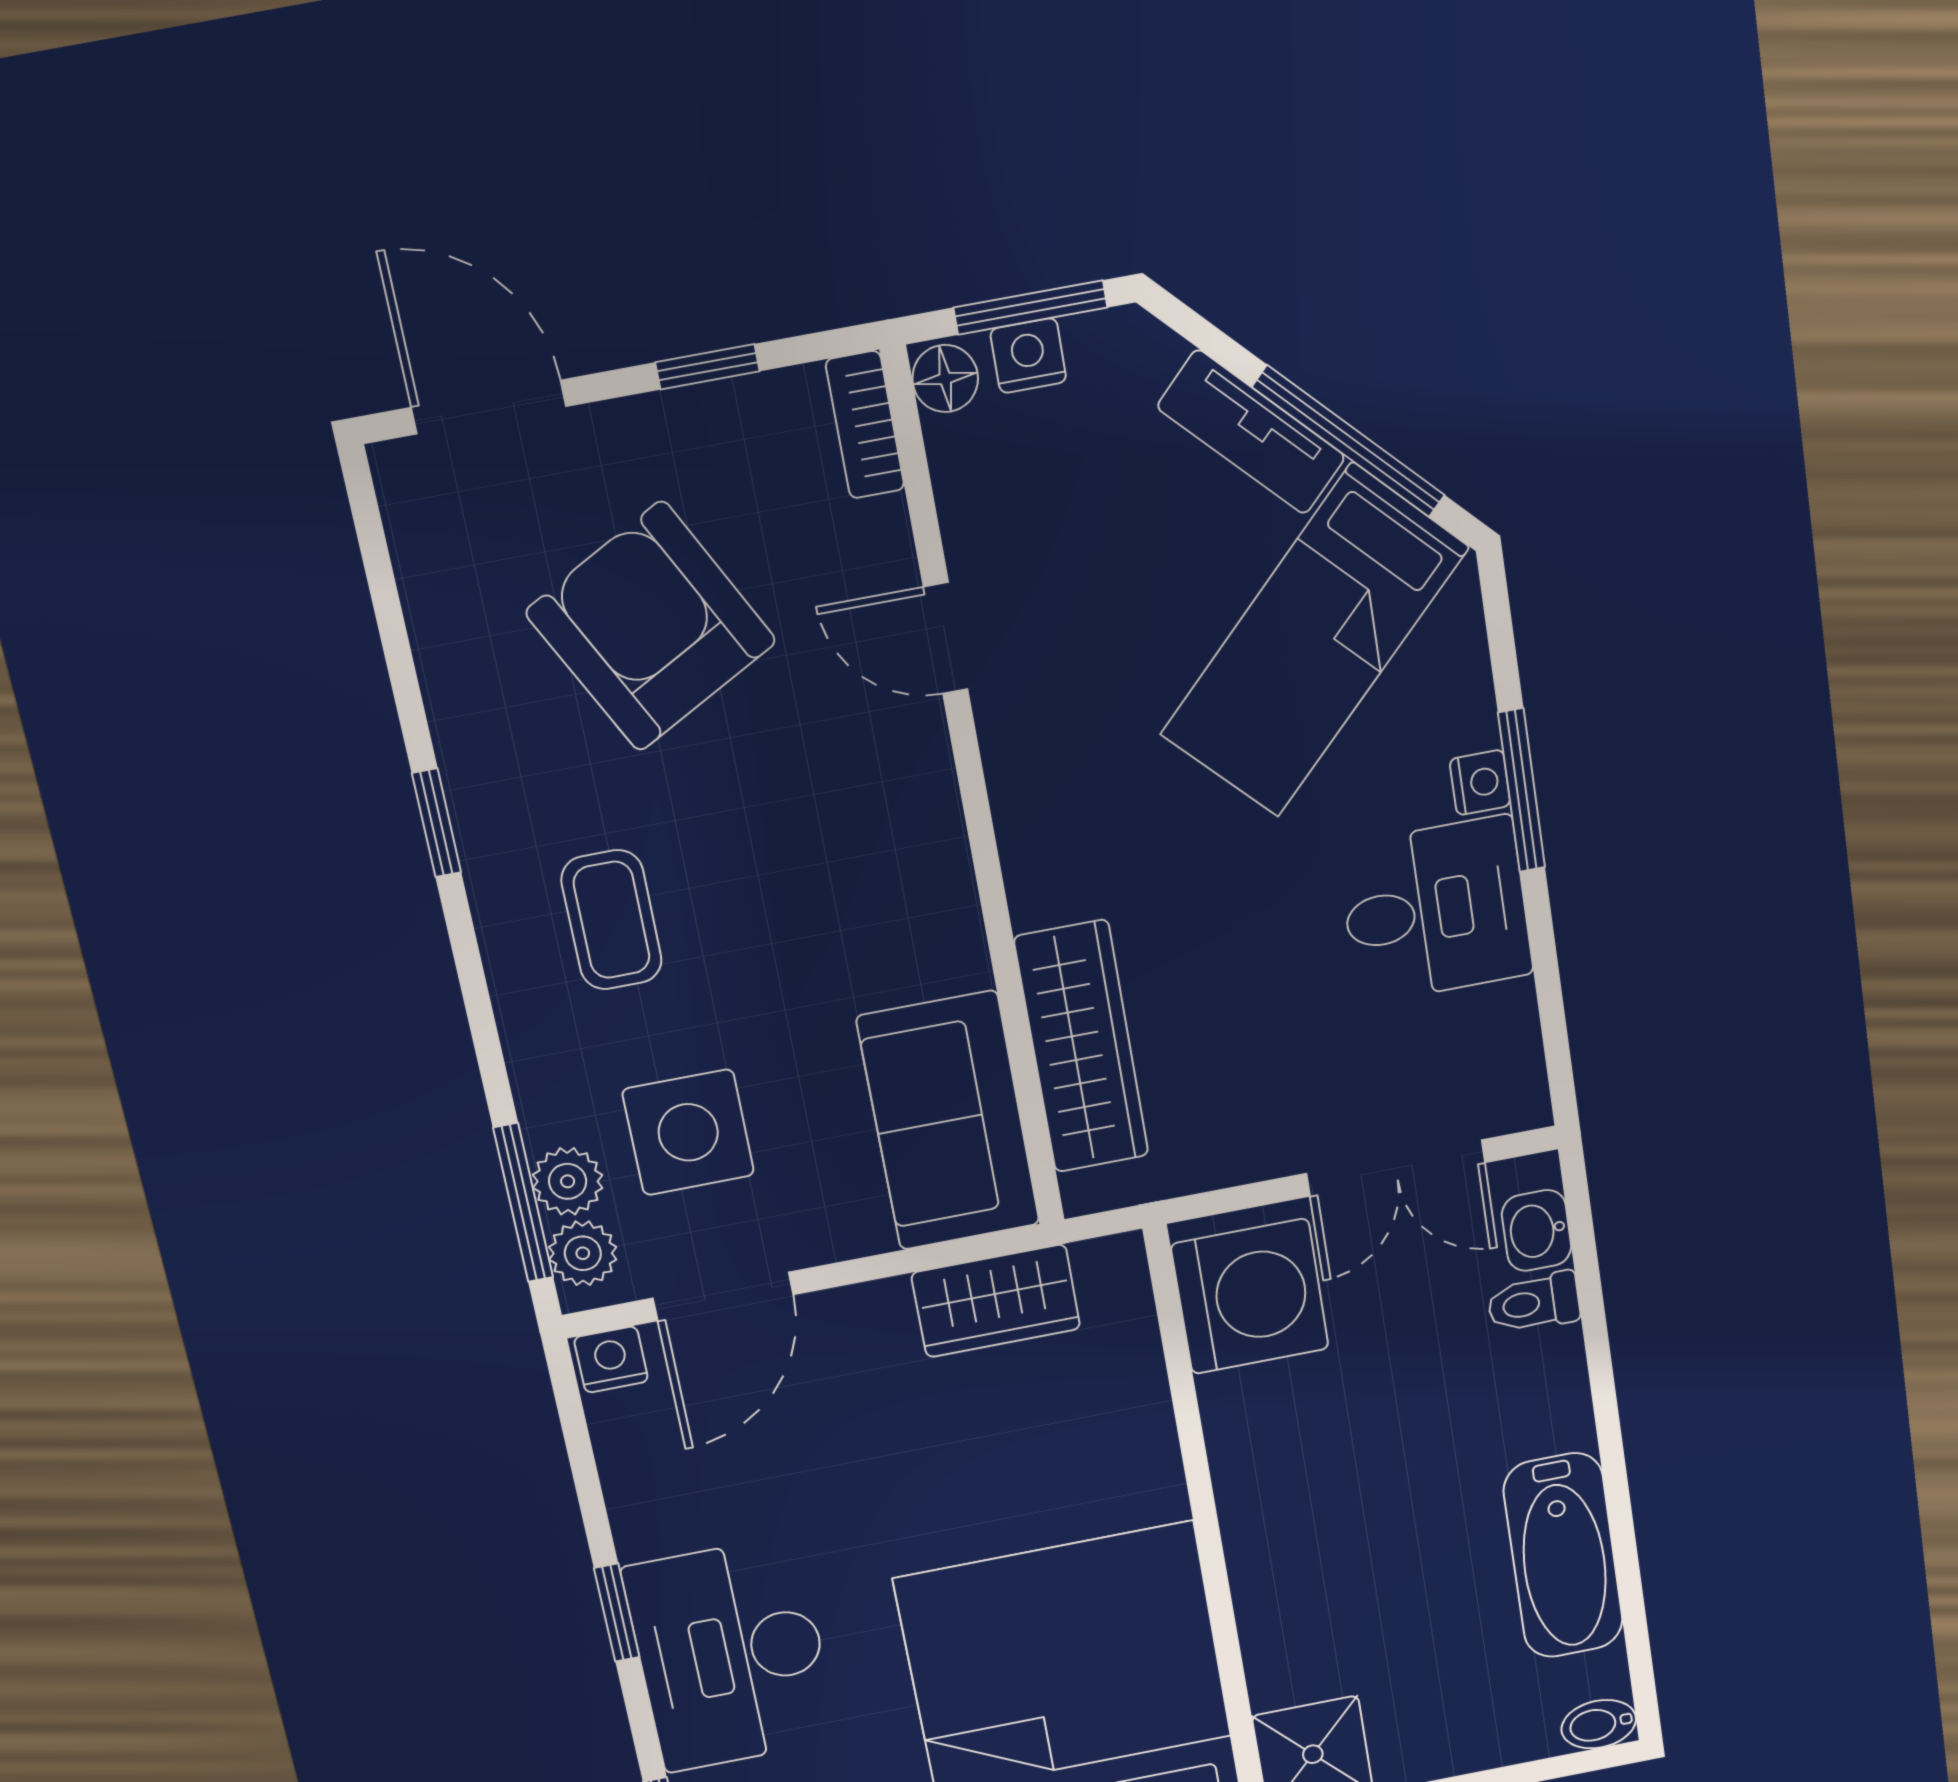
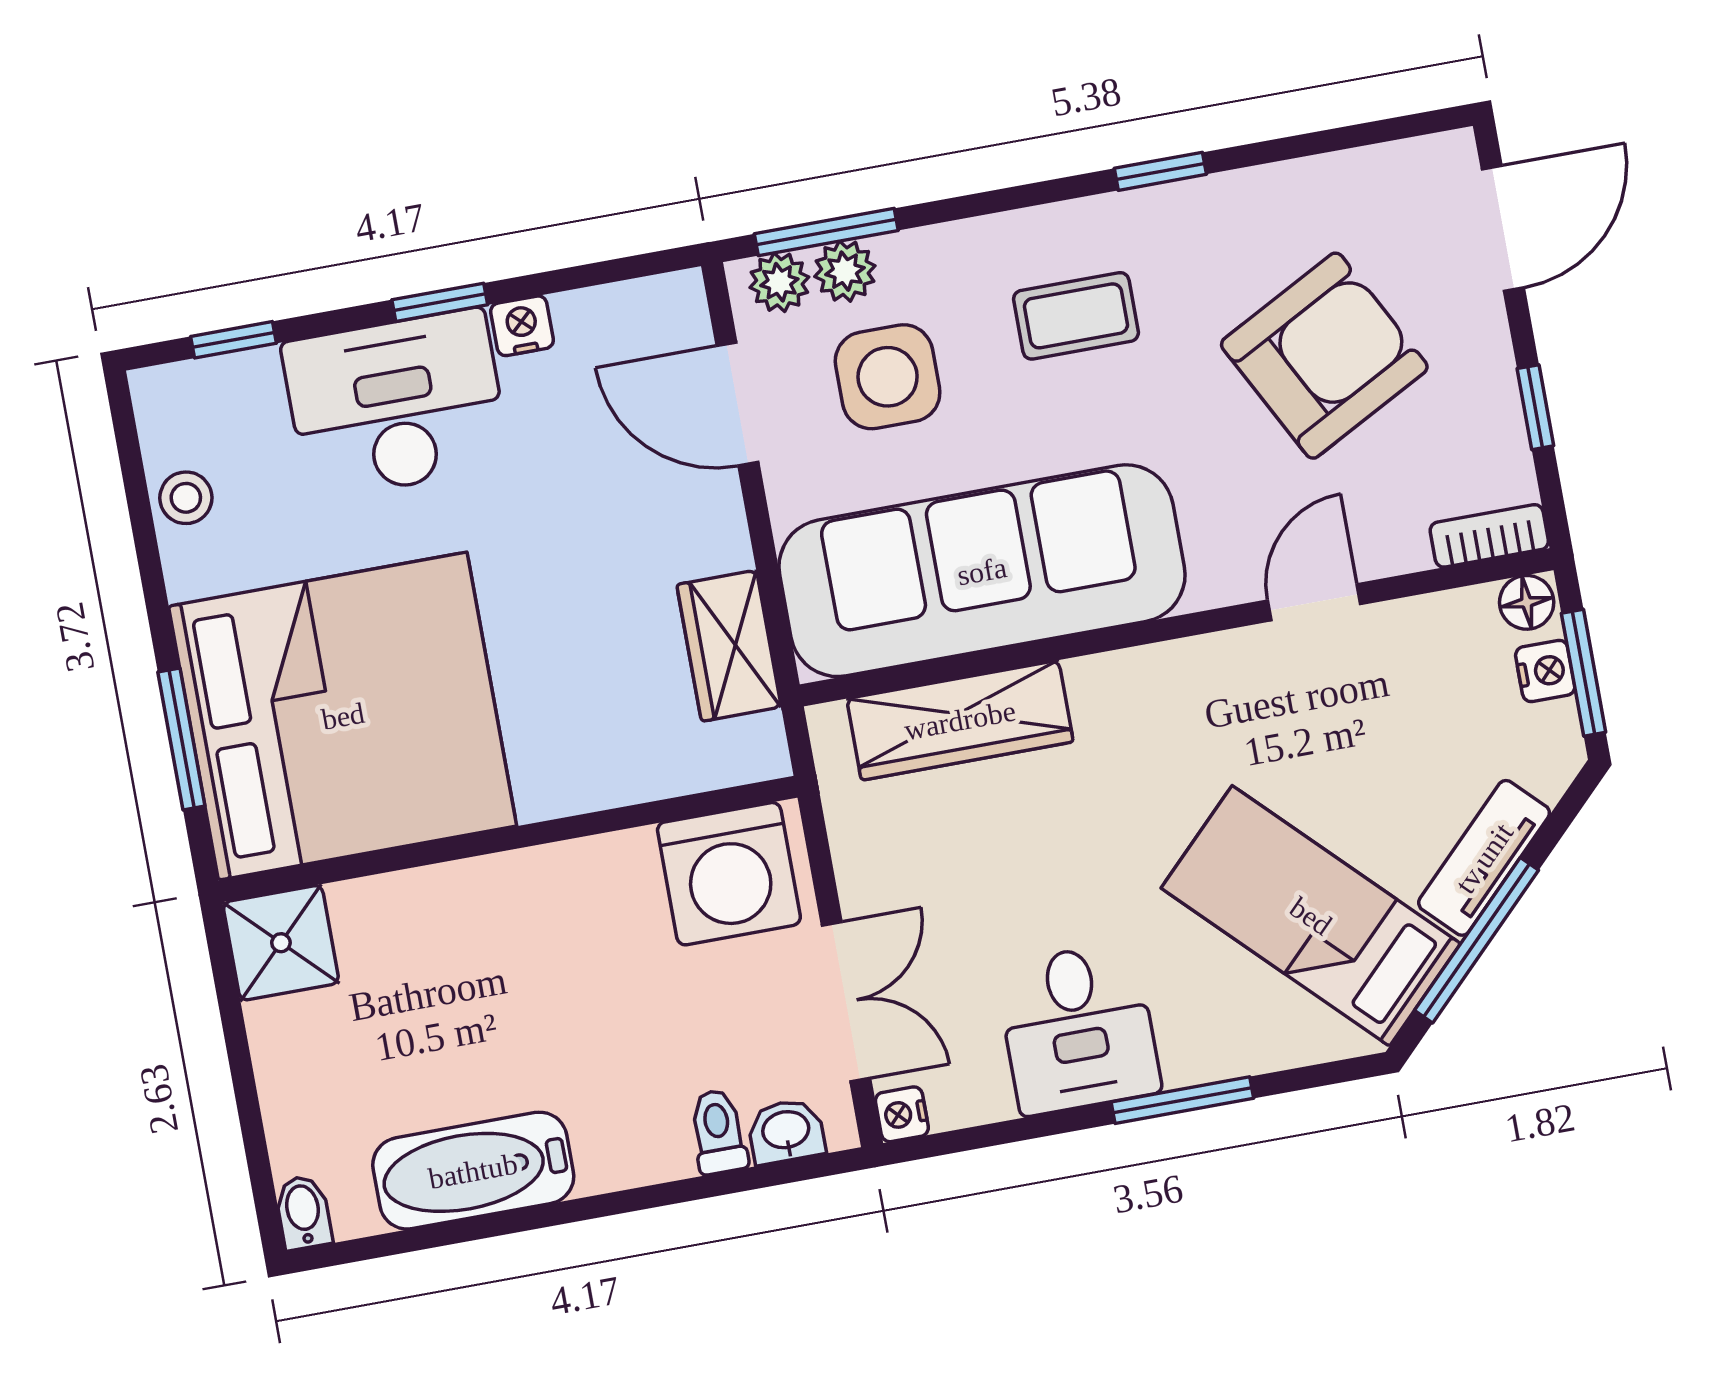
nightstand: (1480, 782) -> (902, 1114), moved, turned 90
sofa: (948, 1121) -> (982, 571), width x1.85, depth x1.27
double door: (1396, 1168) -> (846, 1002), swing flipped
nightstand: (611, 1360) -> (522, 326), moved, turned -90

